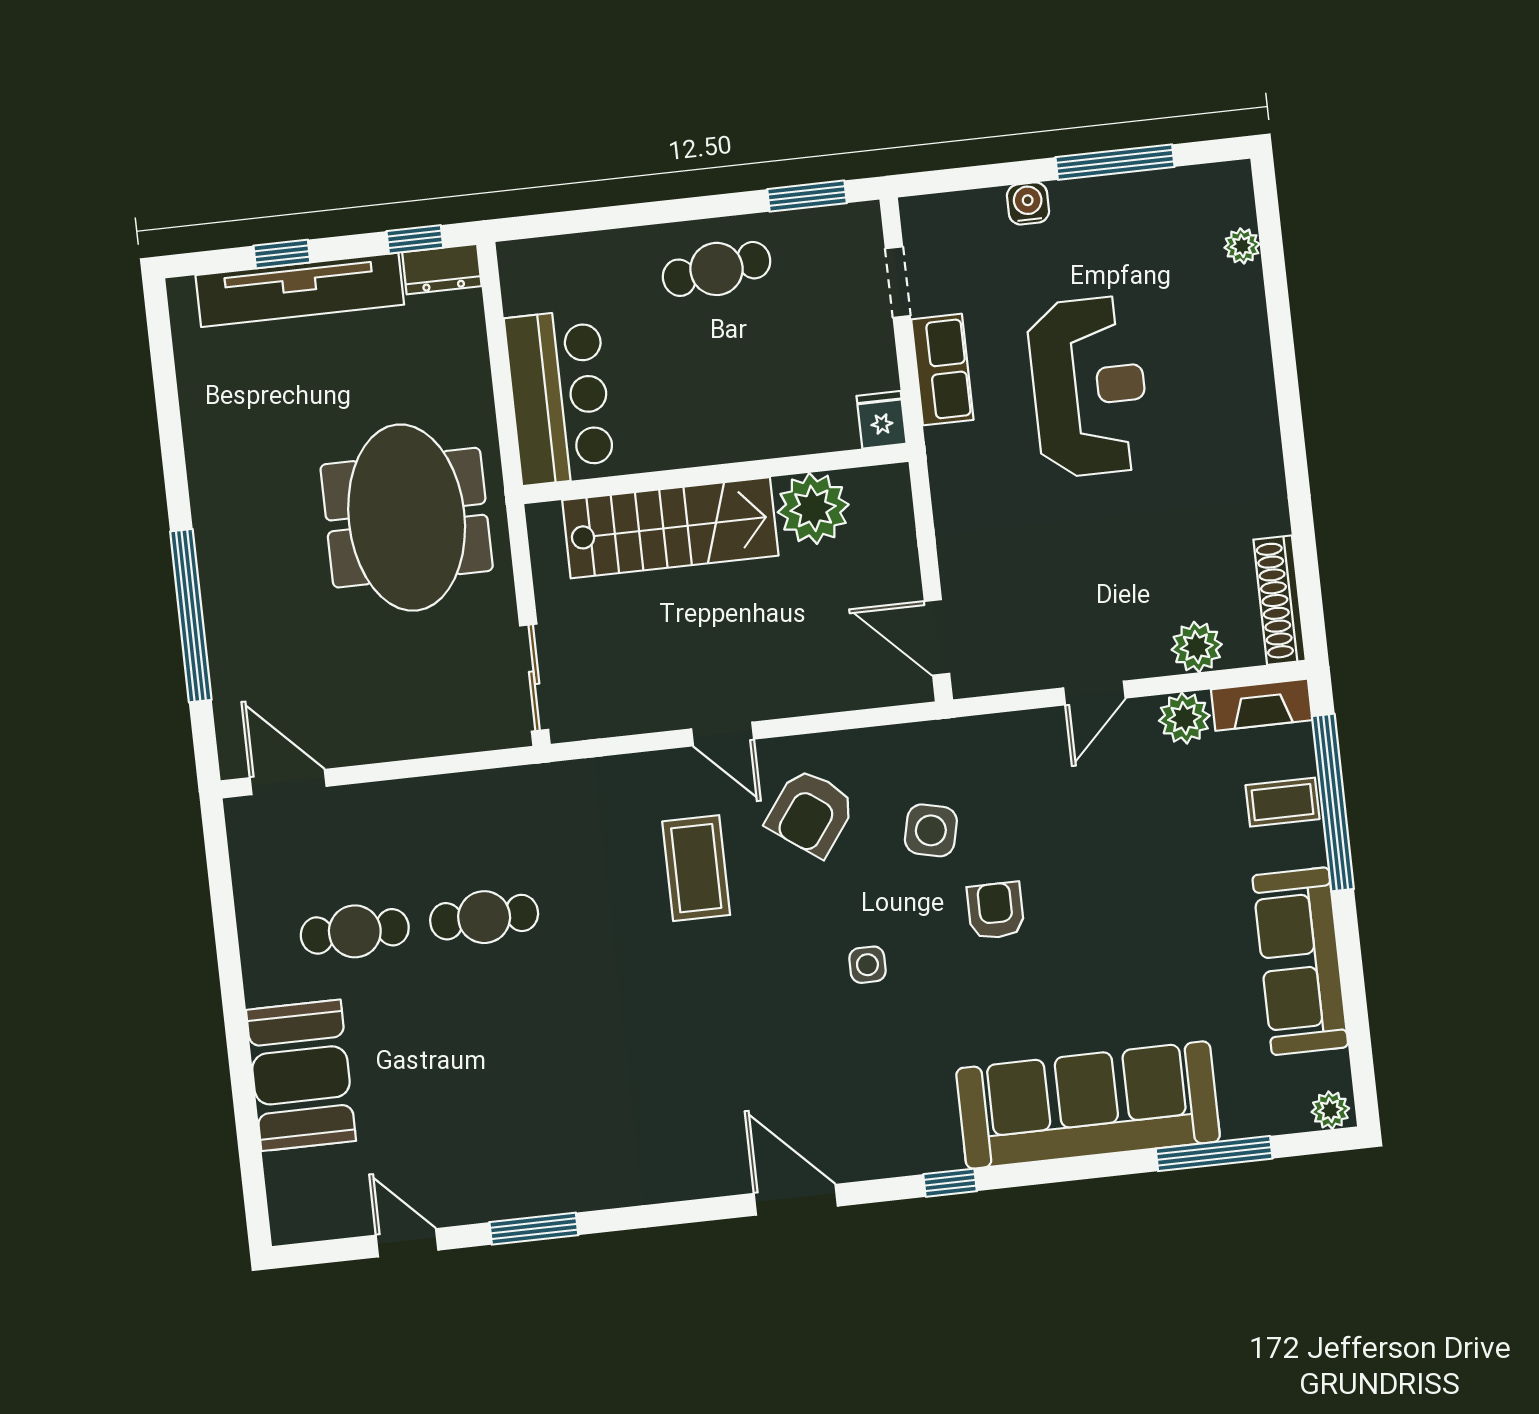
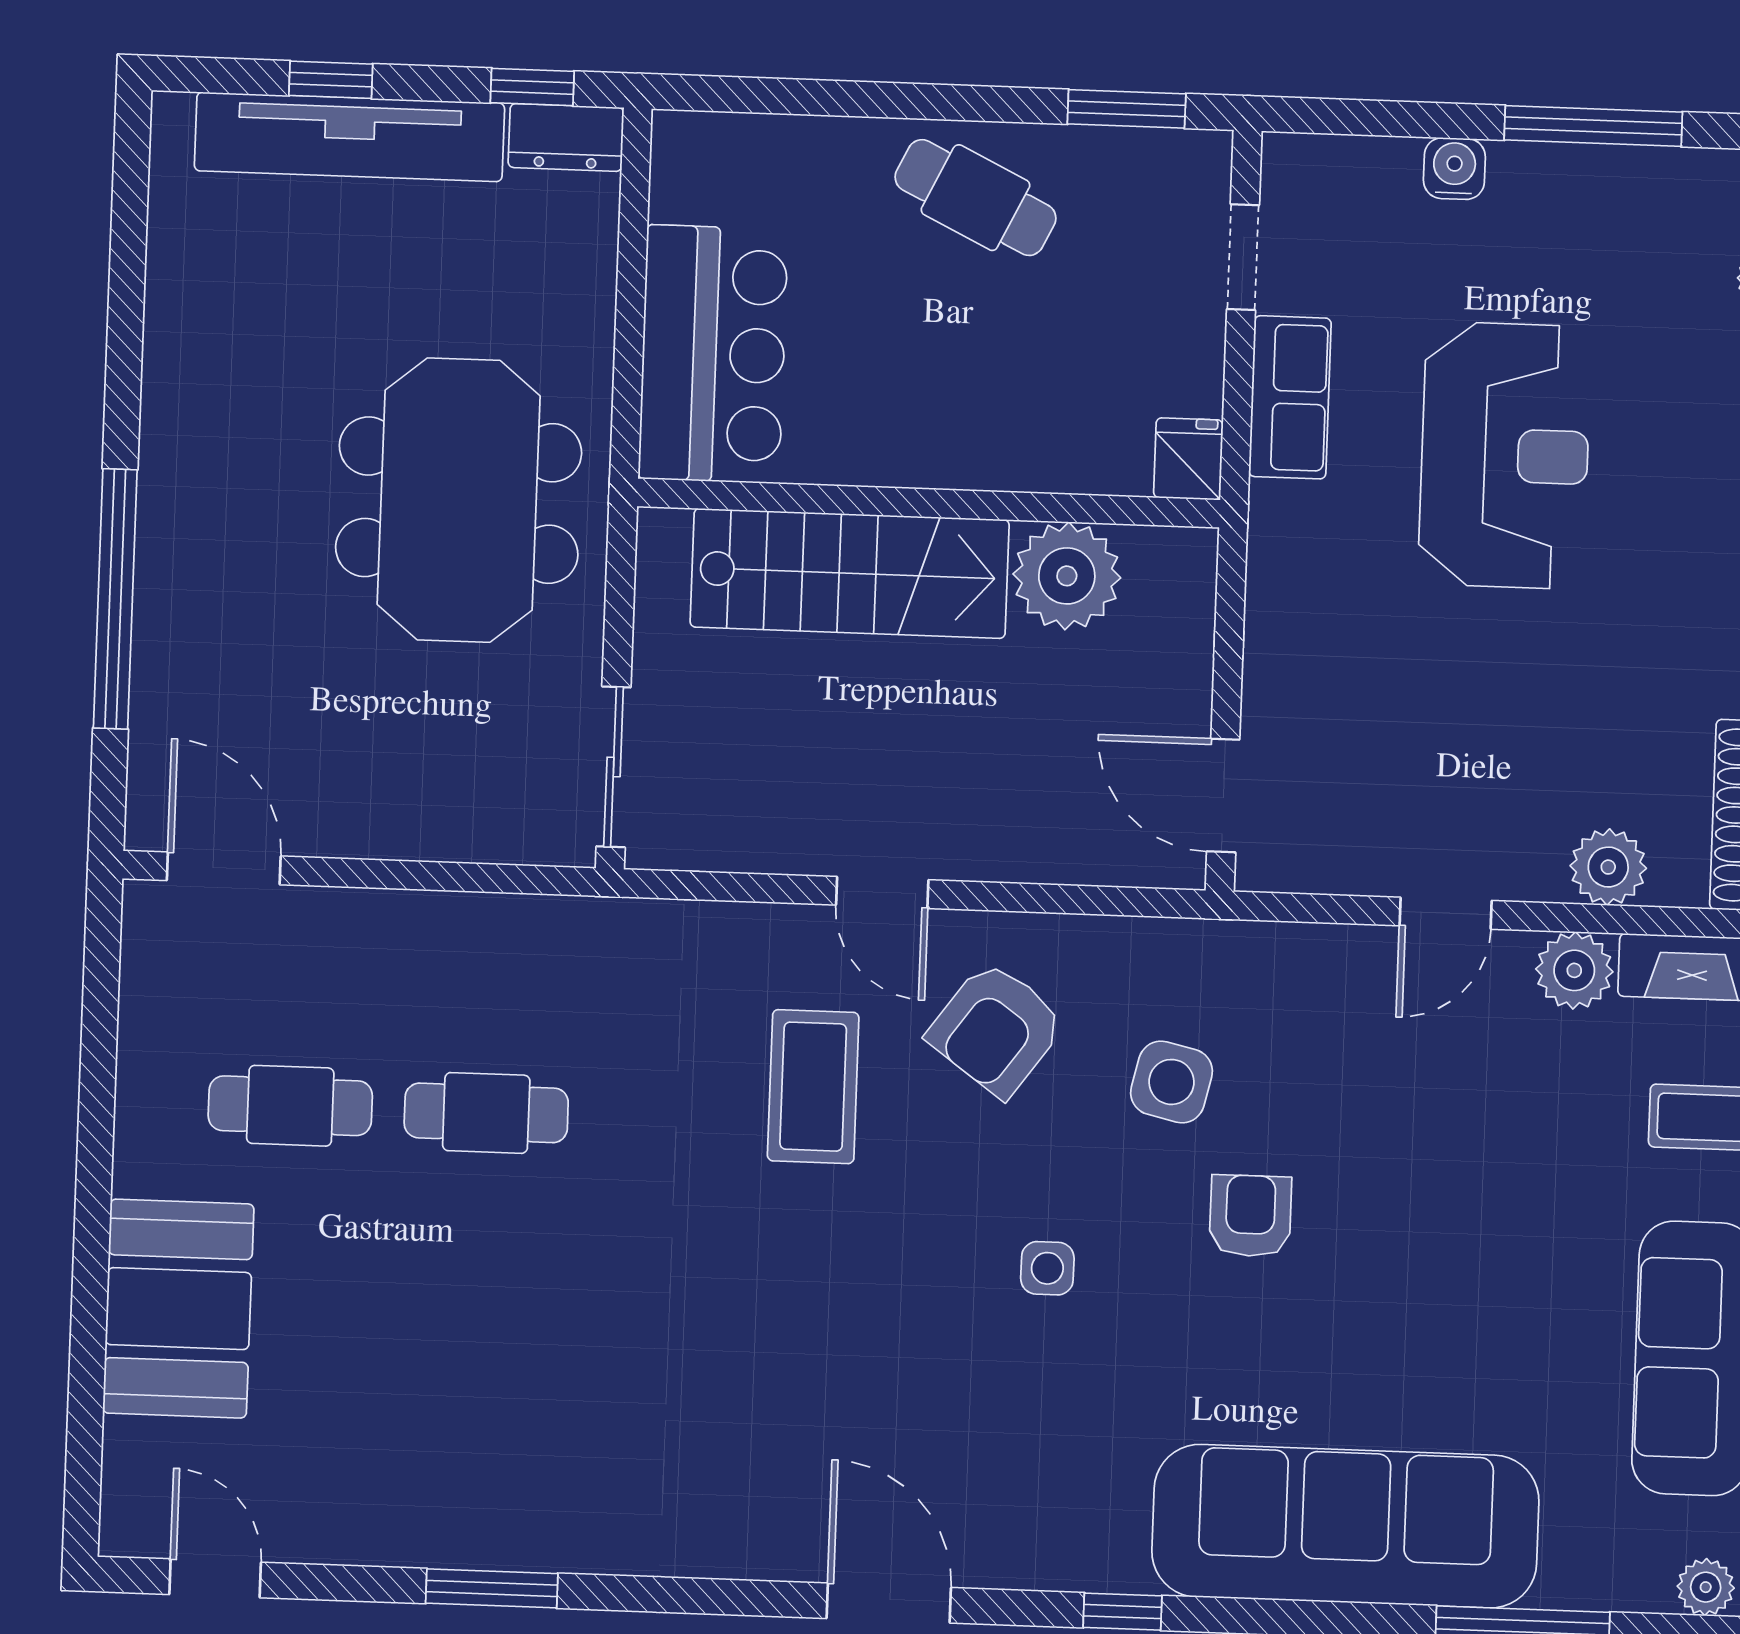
cafe table: (717, 269) -> (975, 198), turned 33
door: (407, 1243) -> (215, 1578), moved

